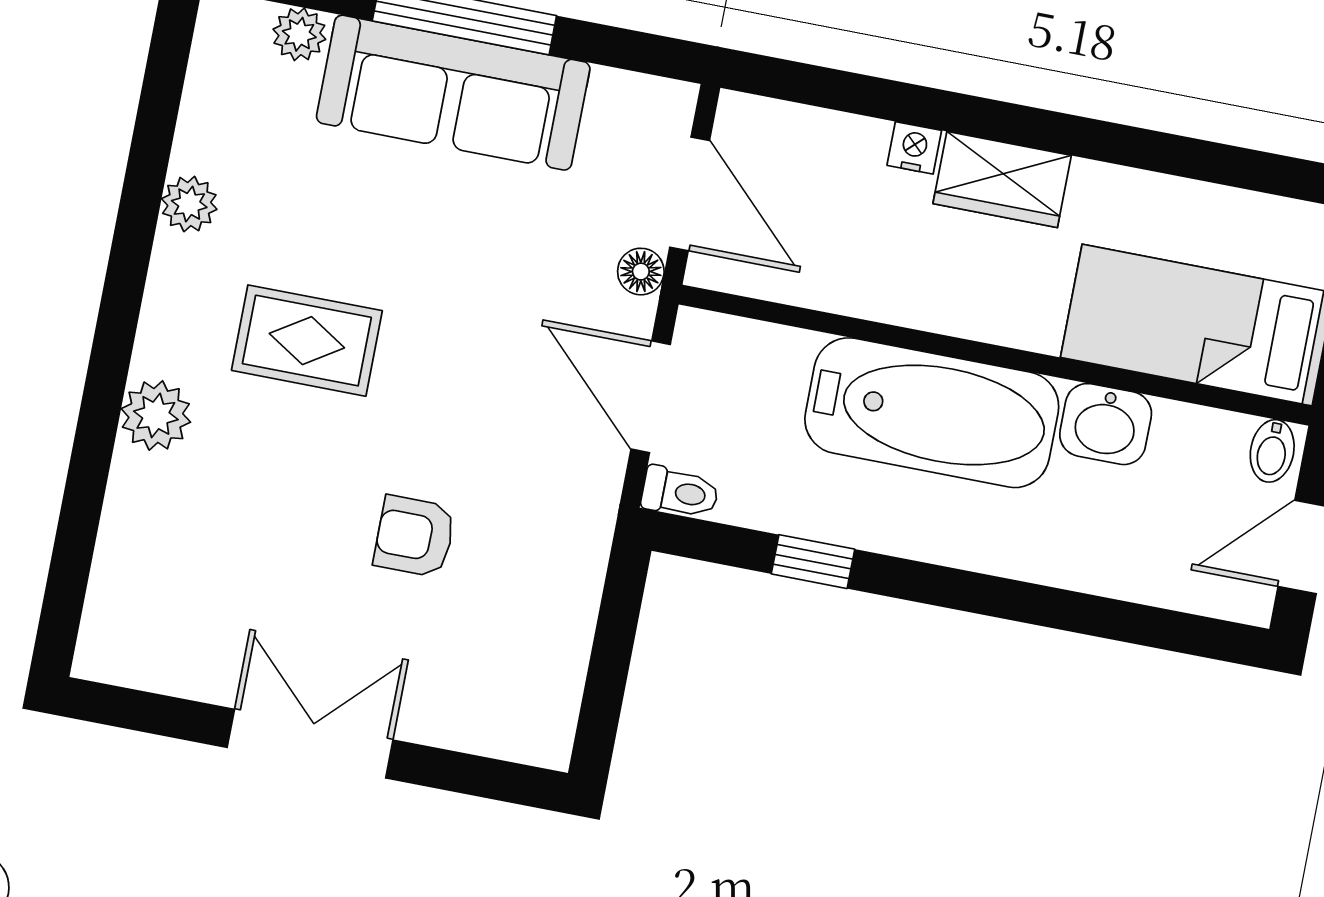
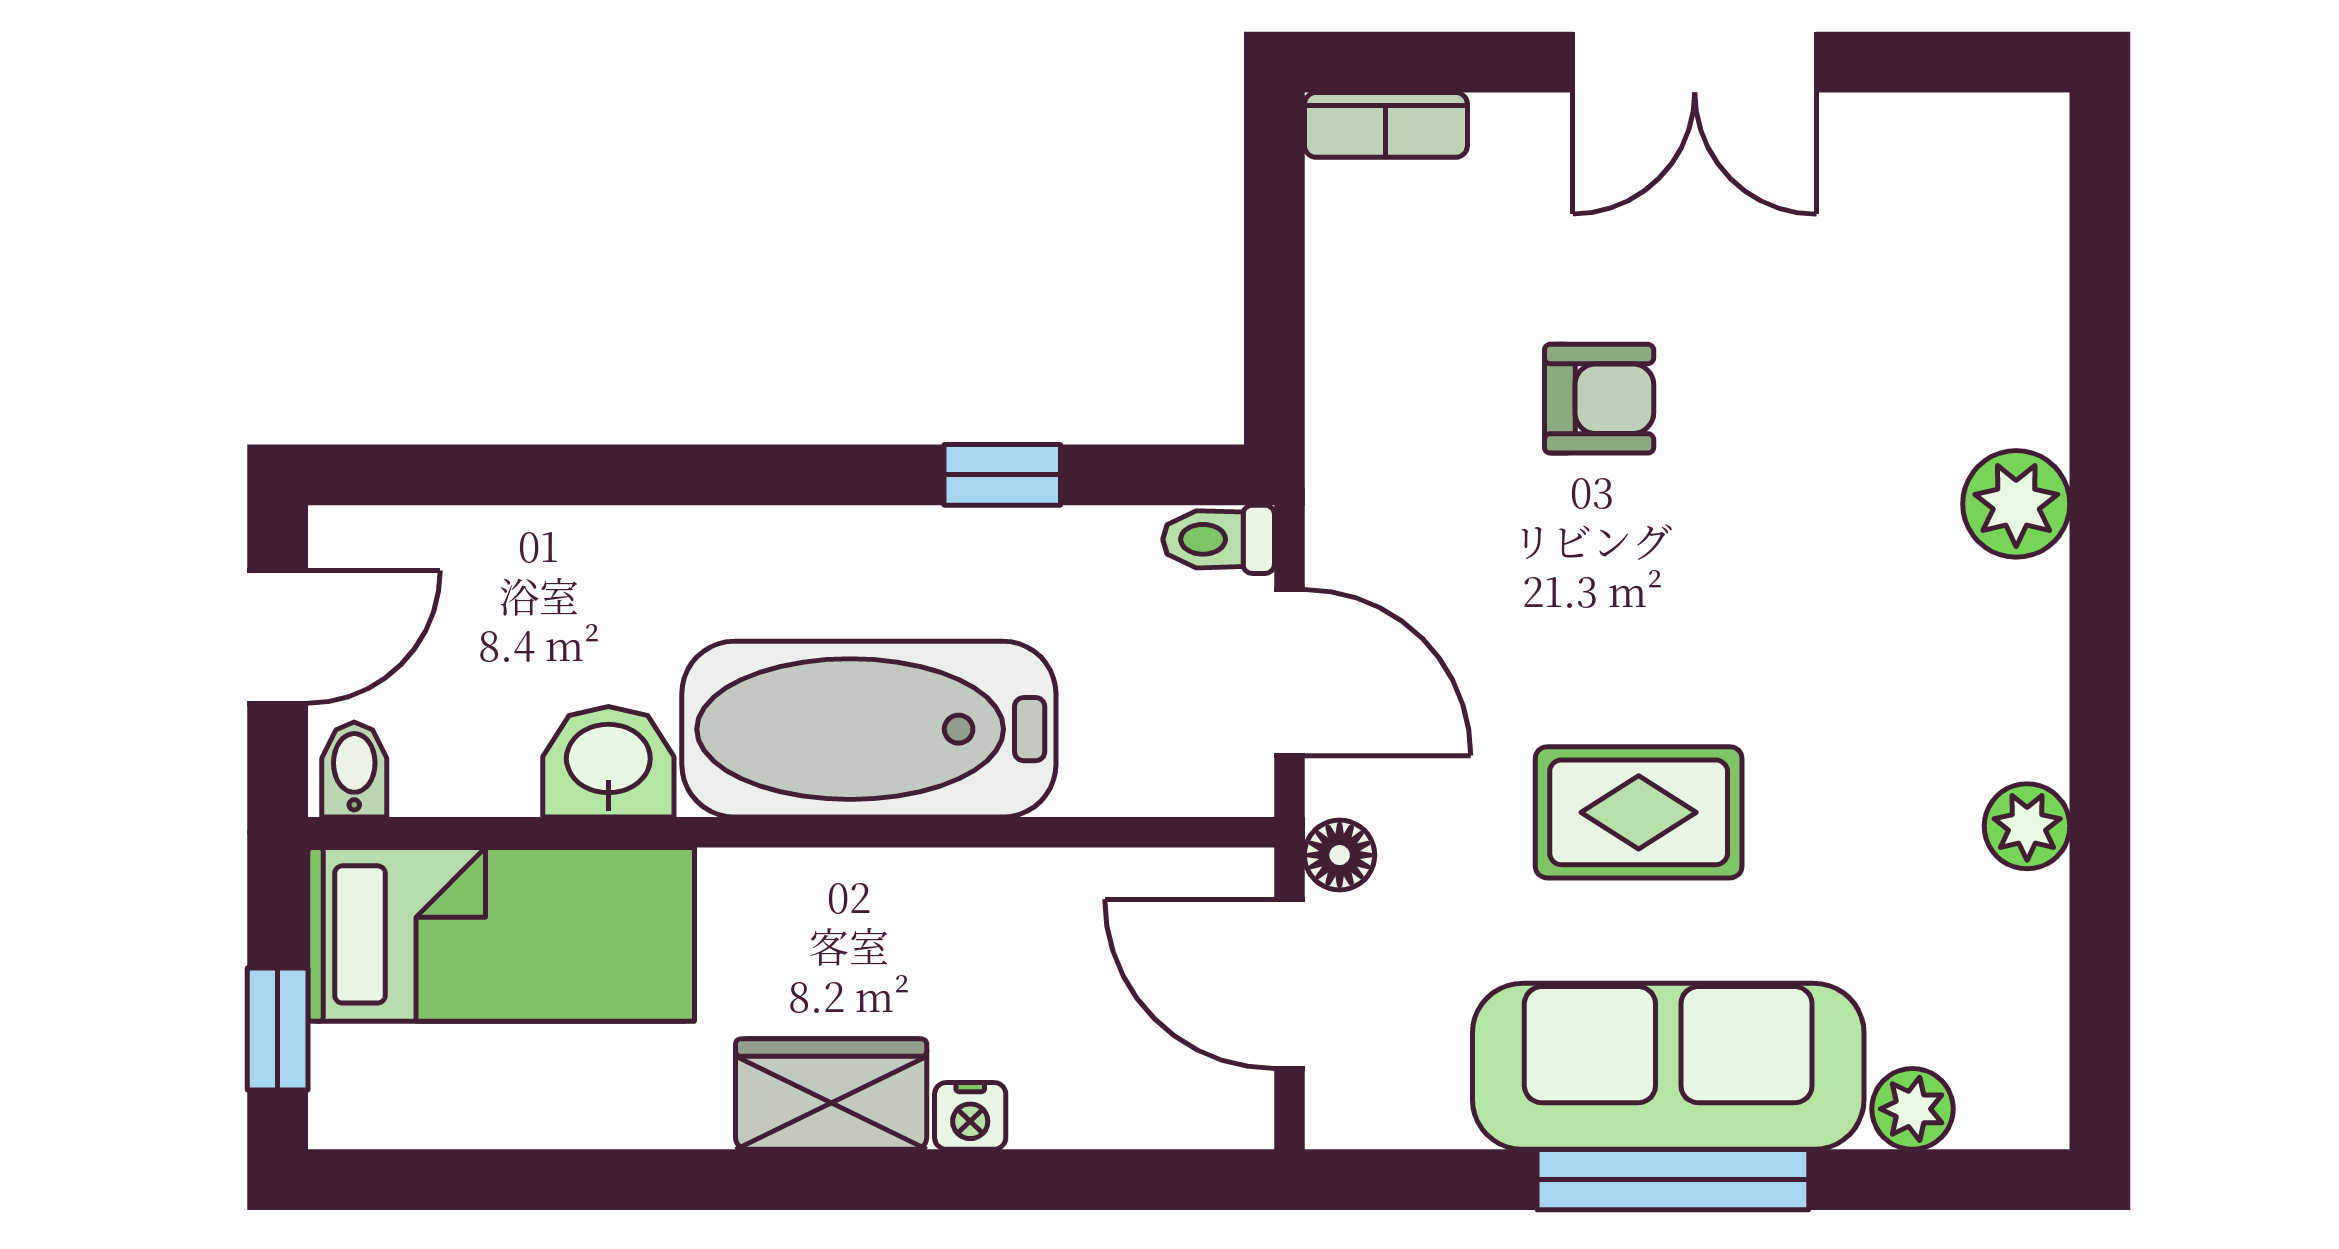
rug: (307, 341) -> (1639, 812), moved
bookcase: (519, 742) -> (1386, 125), added

